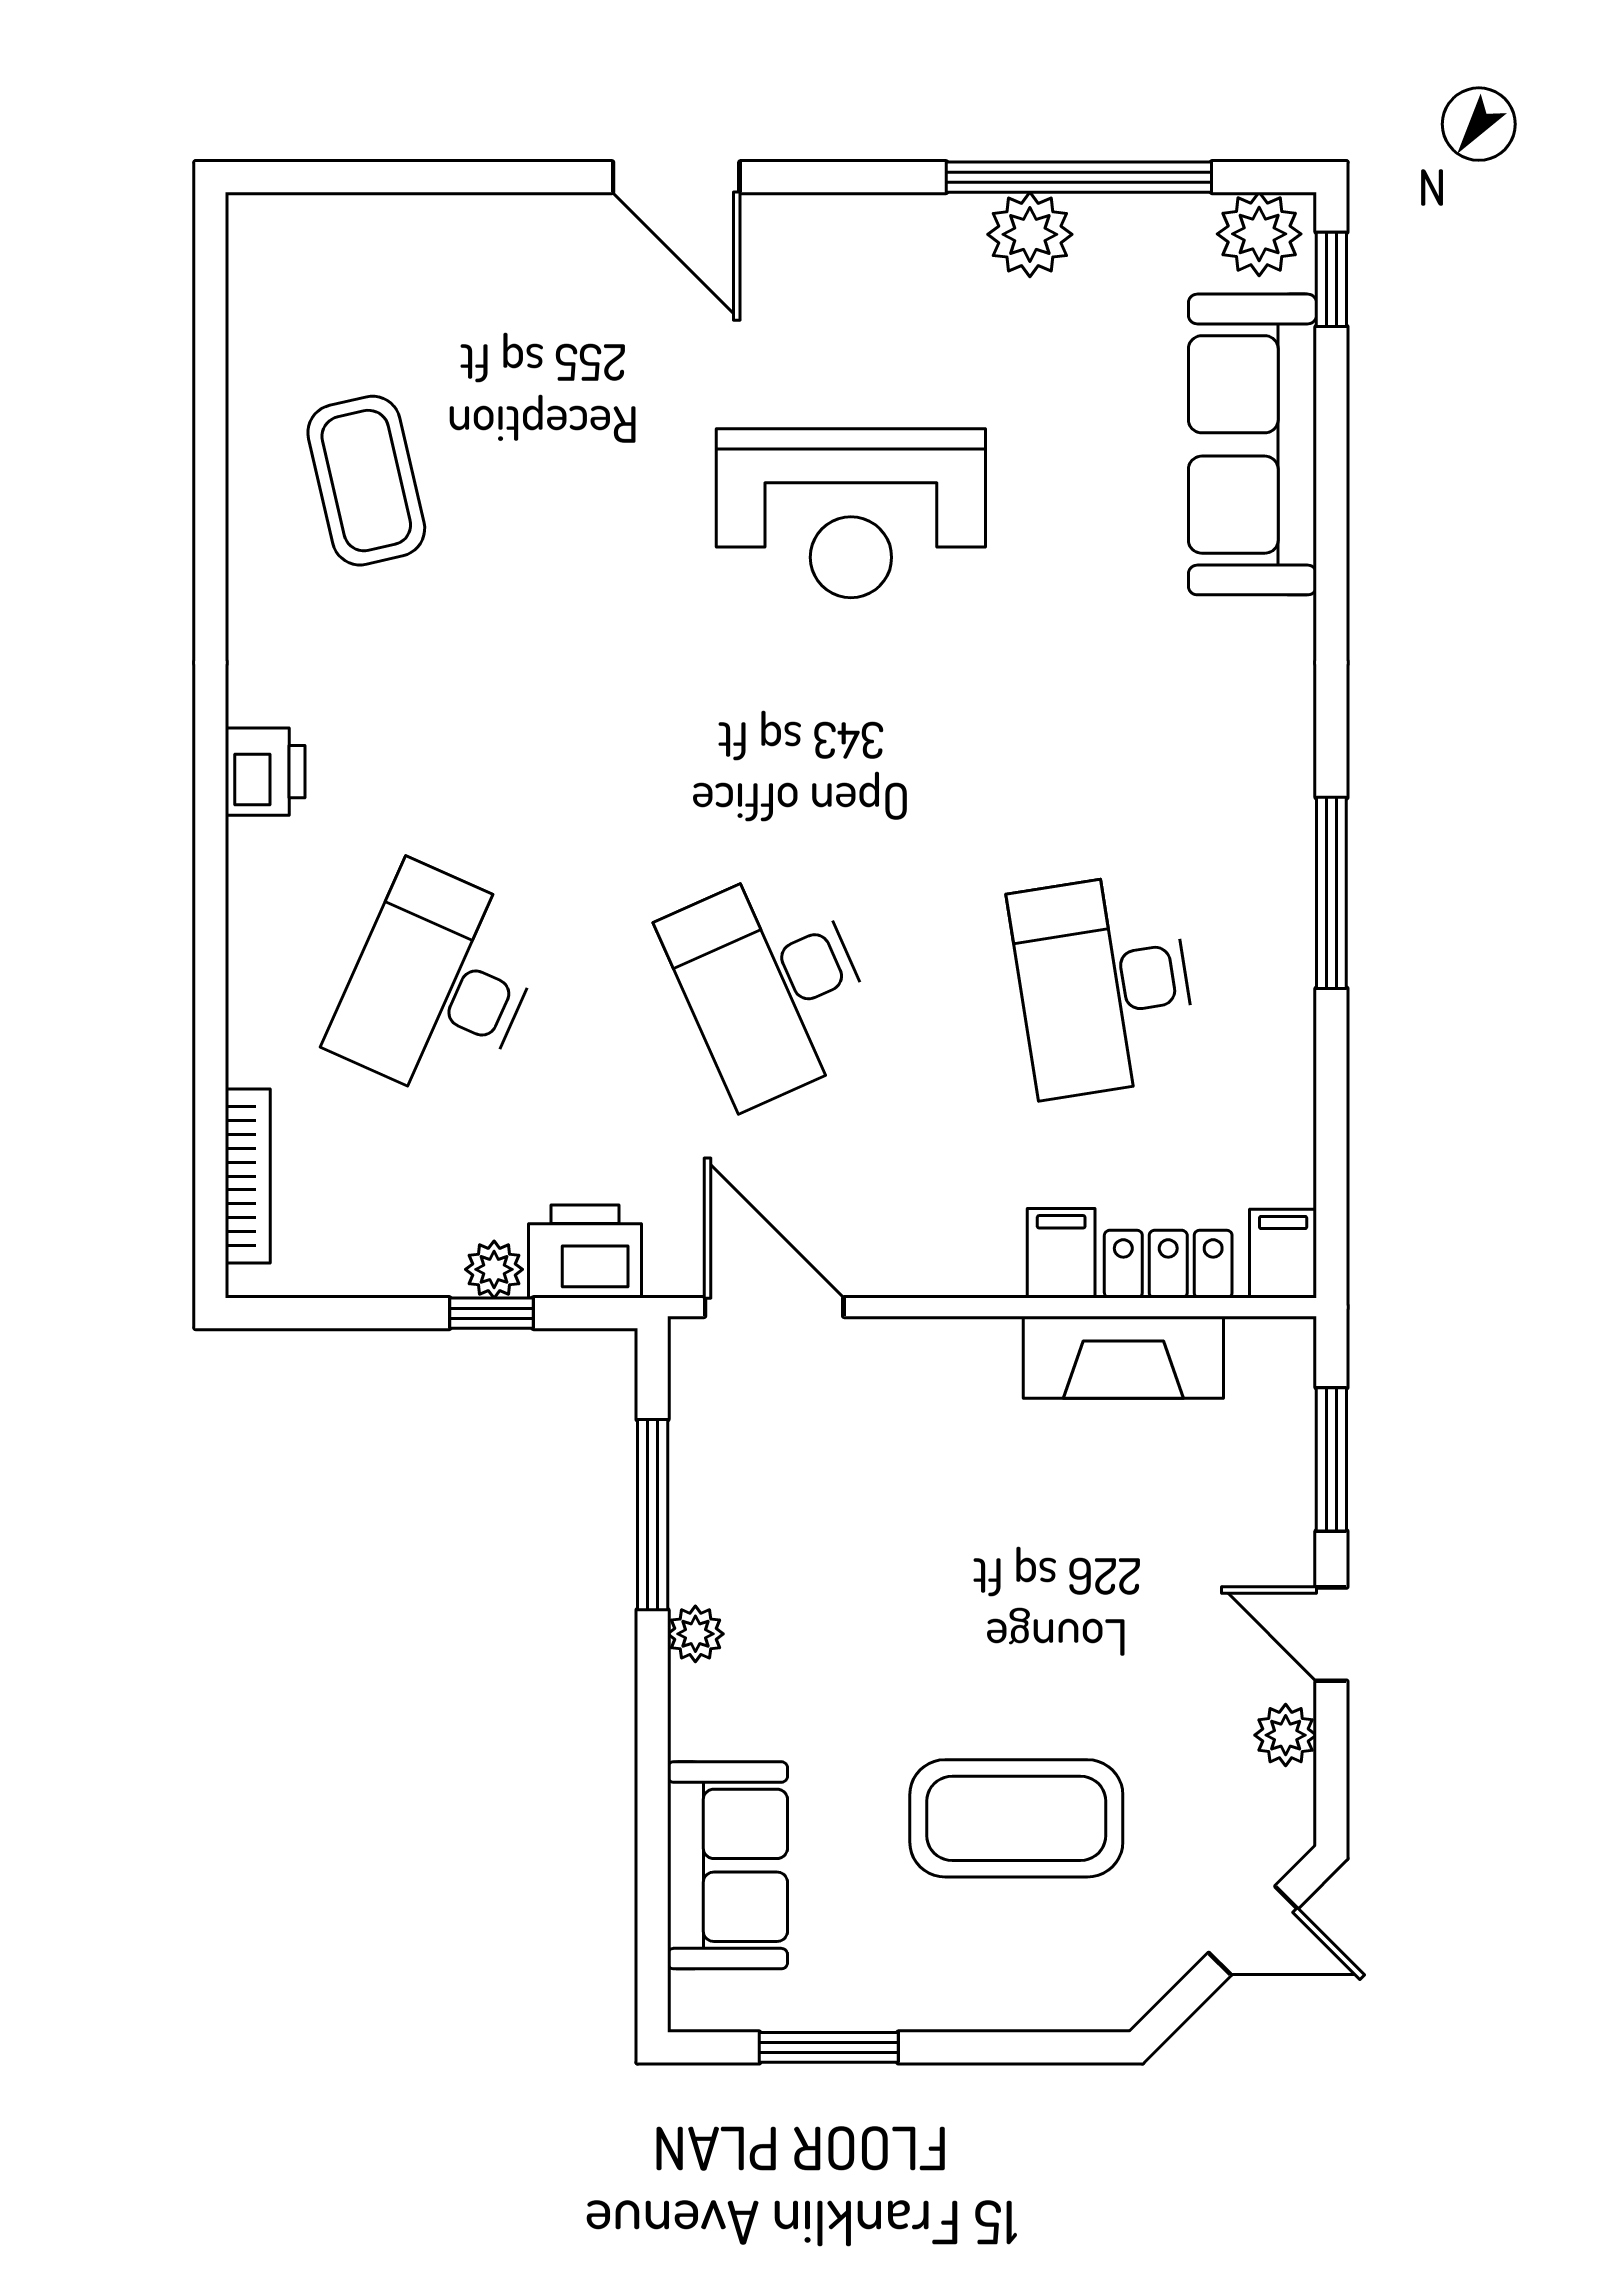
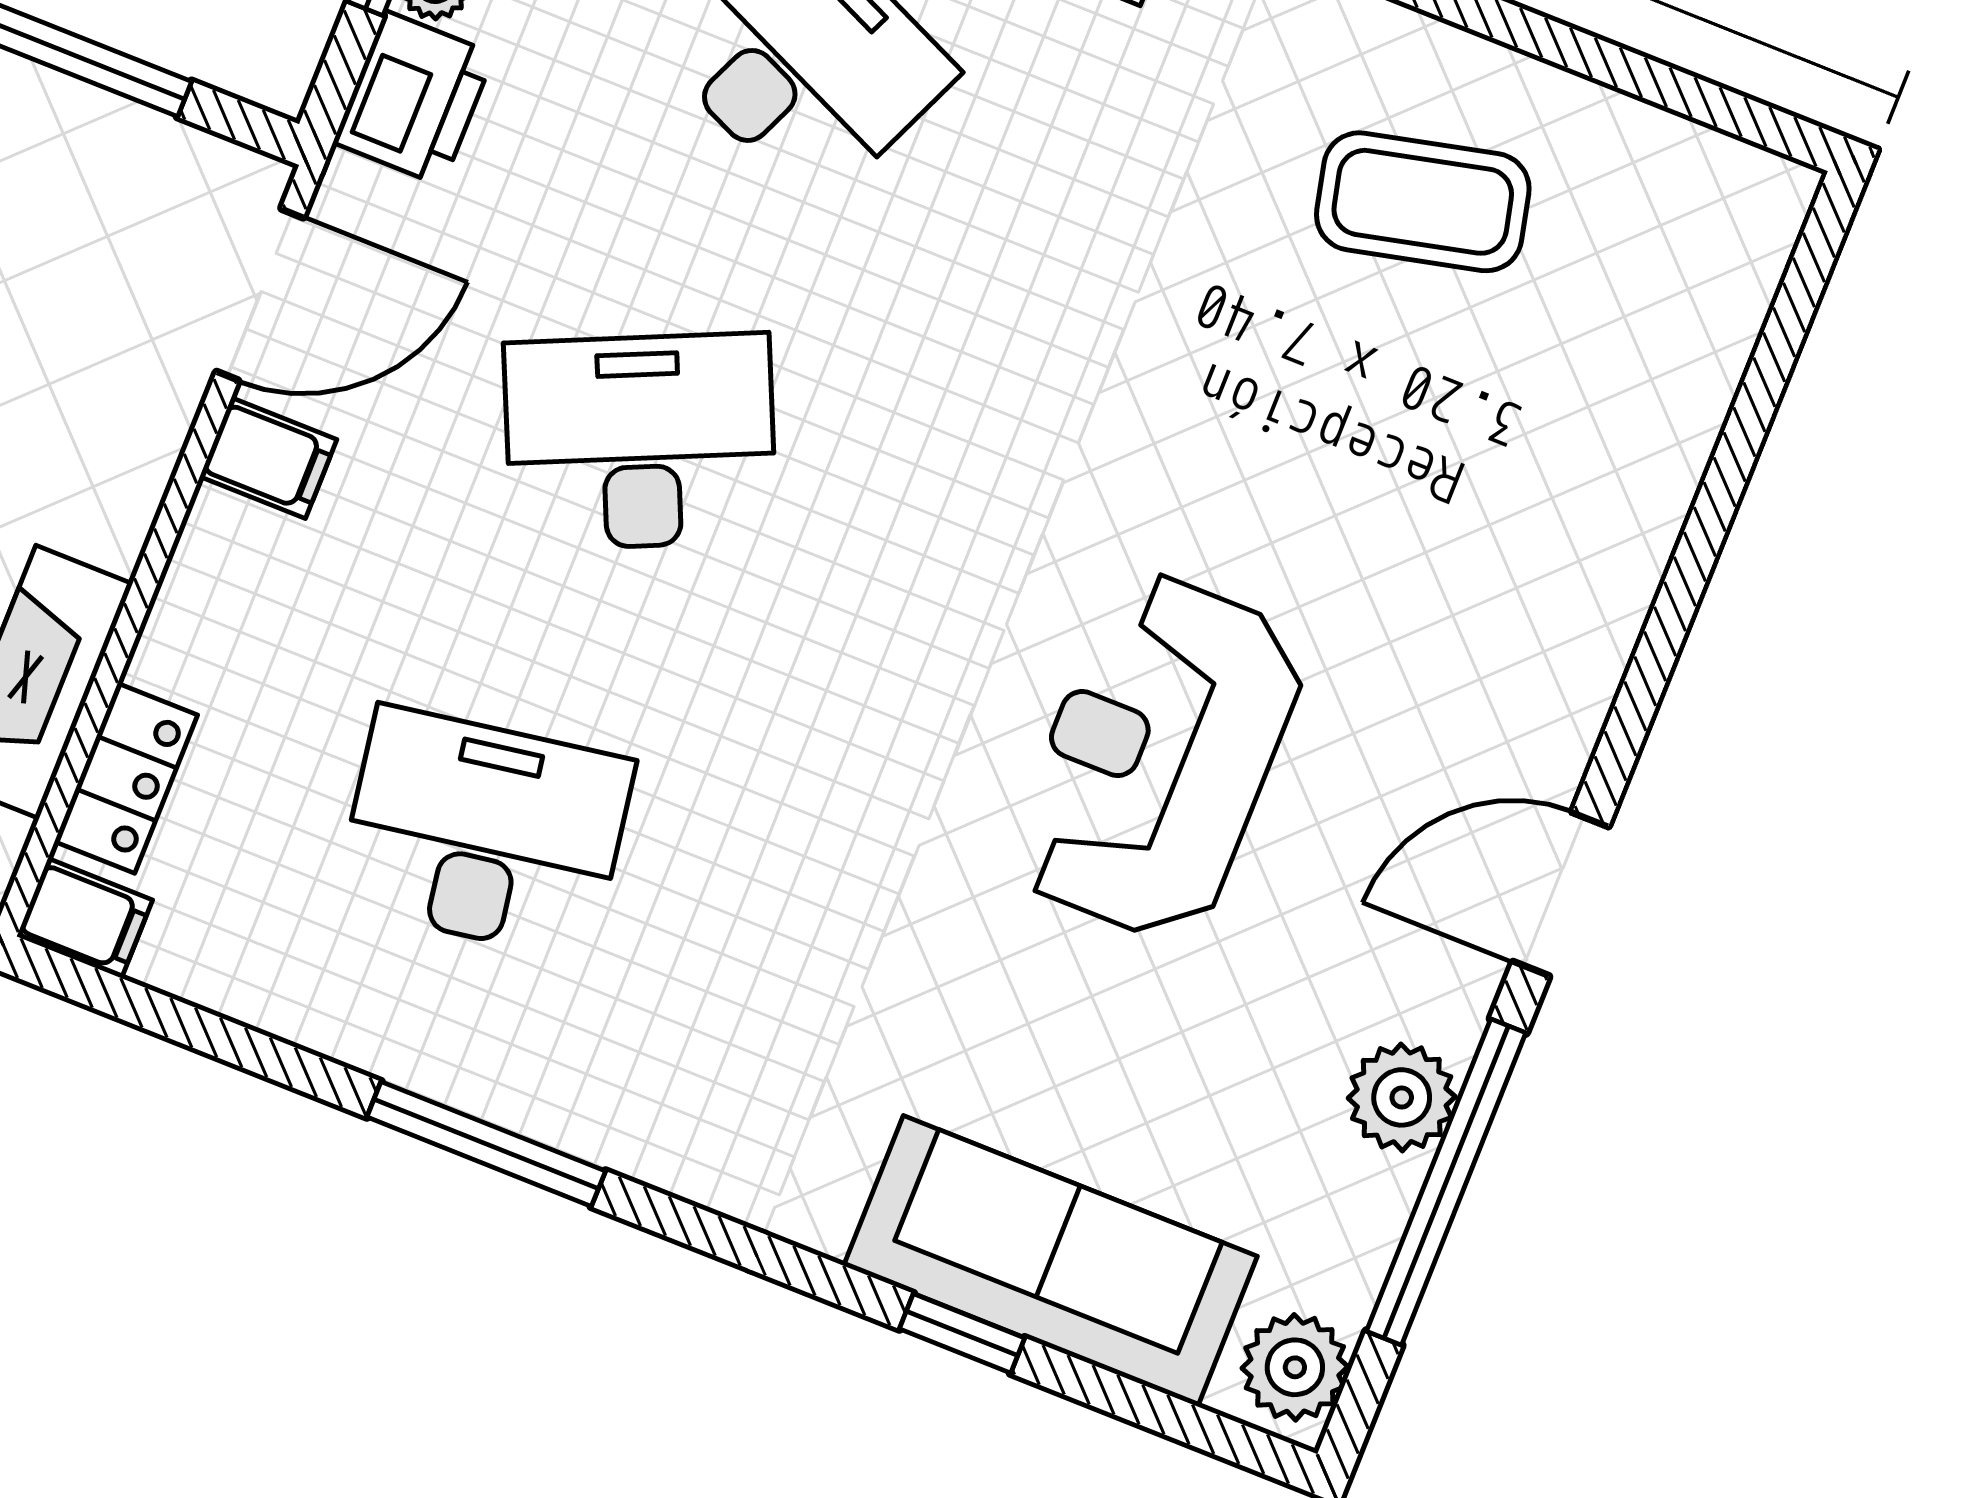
door: (676, 177) -> (1561, 894), moved
window: (1331, 279) -> (962, 1333), moved
filing cabinet: (1061, 1253) -> (268, 458), moved

